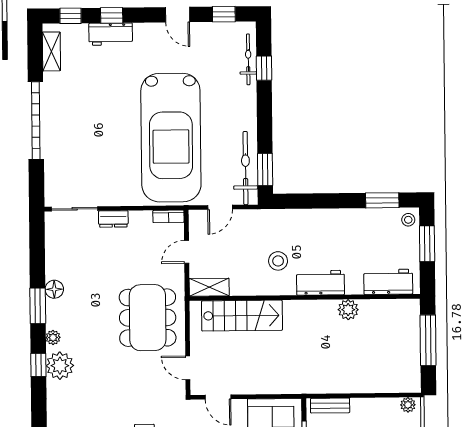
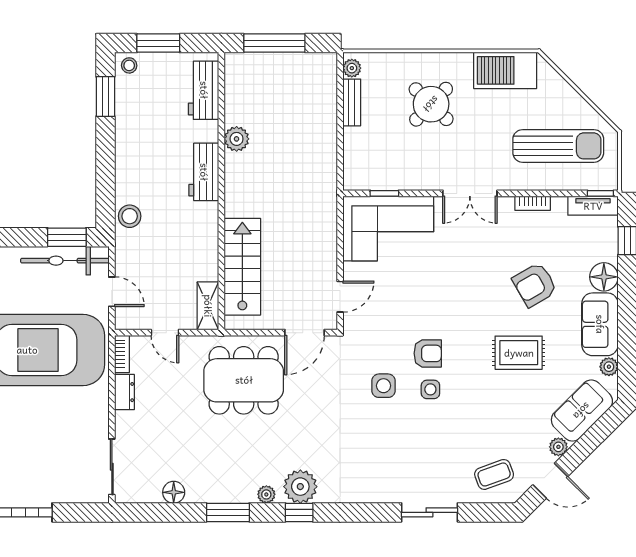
dresser: (113, 219) -> (124, 392), moved
stool: (278, 261) -> (130, 216), moved
floor lamp: (54, 289) -> (174, 492), moved
door: (188, 368) -> (305, 333), width x1.38
bench: (330, 406) -> (352, 102), moved

